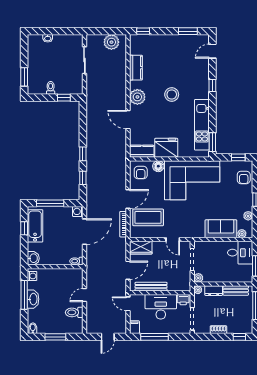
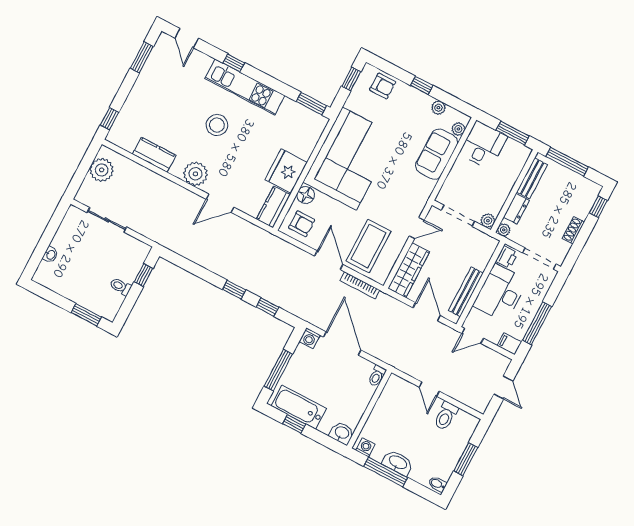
kitchen unit: (202, 125) -> (245, 87), moved
wardrobe: (141, 248) -> (409, 270), width x1.50

